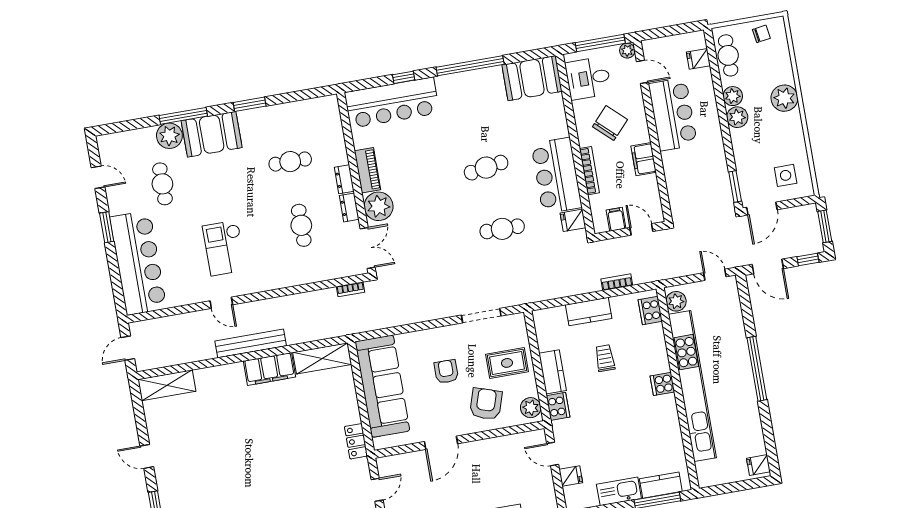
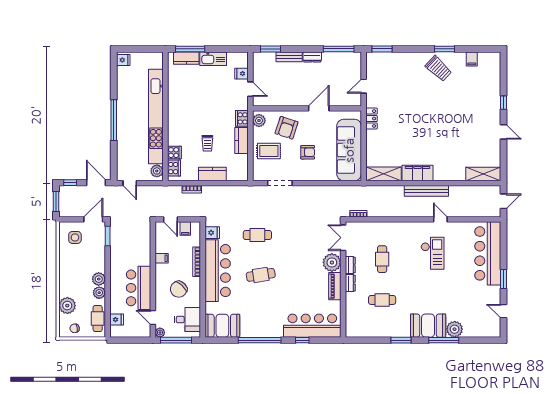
plant: (784, 98) -> (67, 306), moved
filing cabinet: (644, 159) -> (162, 258), width x0.50
bar counter: (557, 176) -> (218, 271), width x1.36
cafe table: (162, 184) -> (464, 300), removed
armchair: (446, 371) -> (308, 152), turned -90
cooker: (662, 384) -> (174, 153), moved

